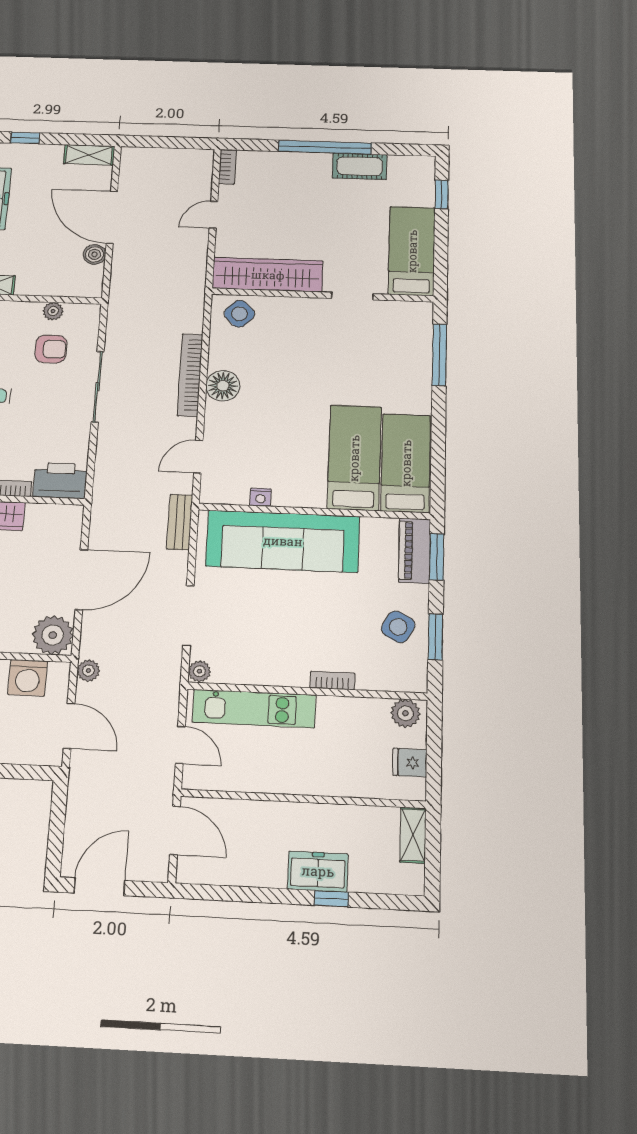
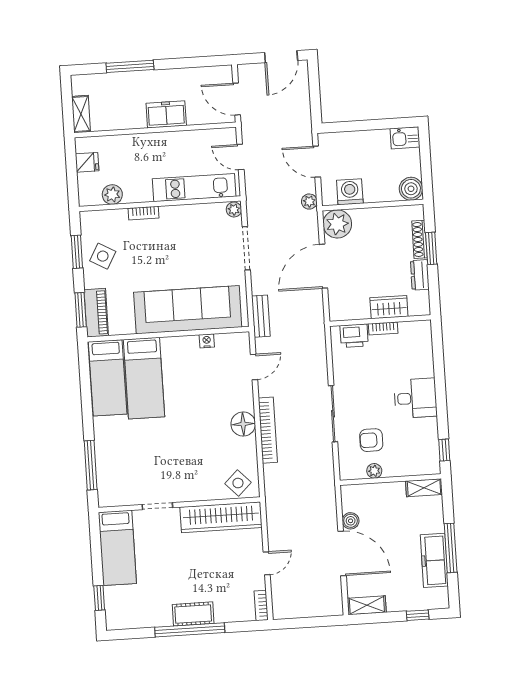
cot: (360, 166) -> (193, 614), moved
printer: (60, 481) -> (354, 336), width x0.73, depth x0.84
plant: (405, 713) -> (112, 195), moved
freezer: (318, 871) -> (166, 114), moved, turned 180
window: (331, 899) -> (130, 66), width x2.17

